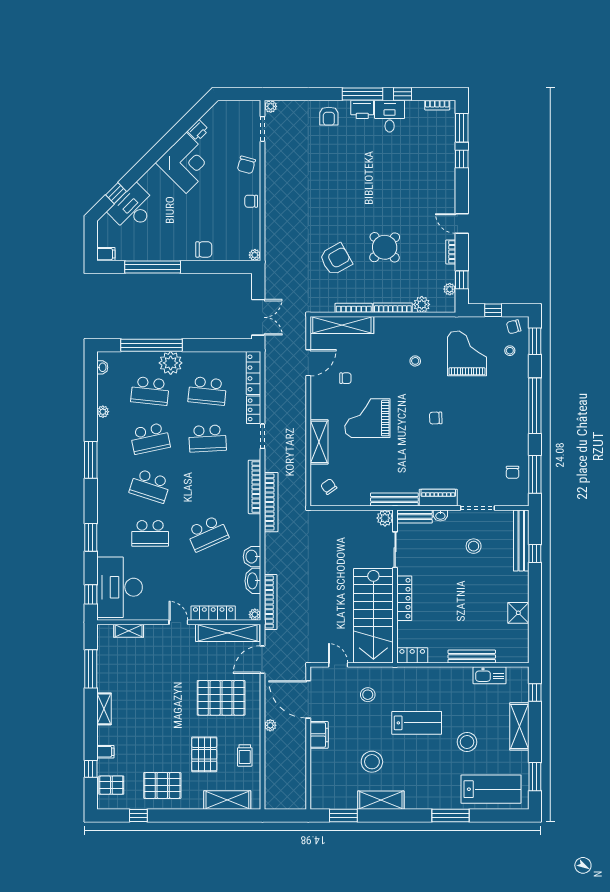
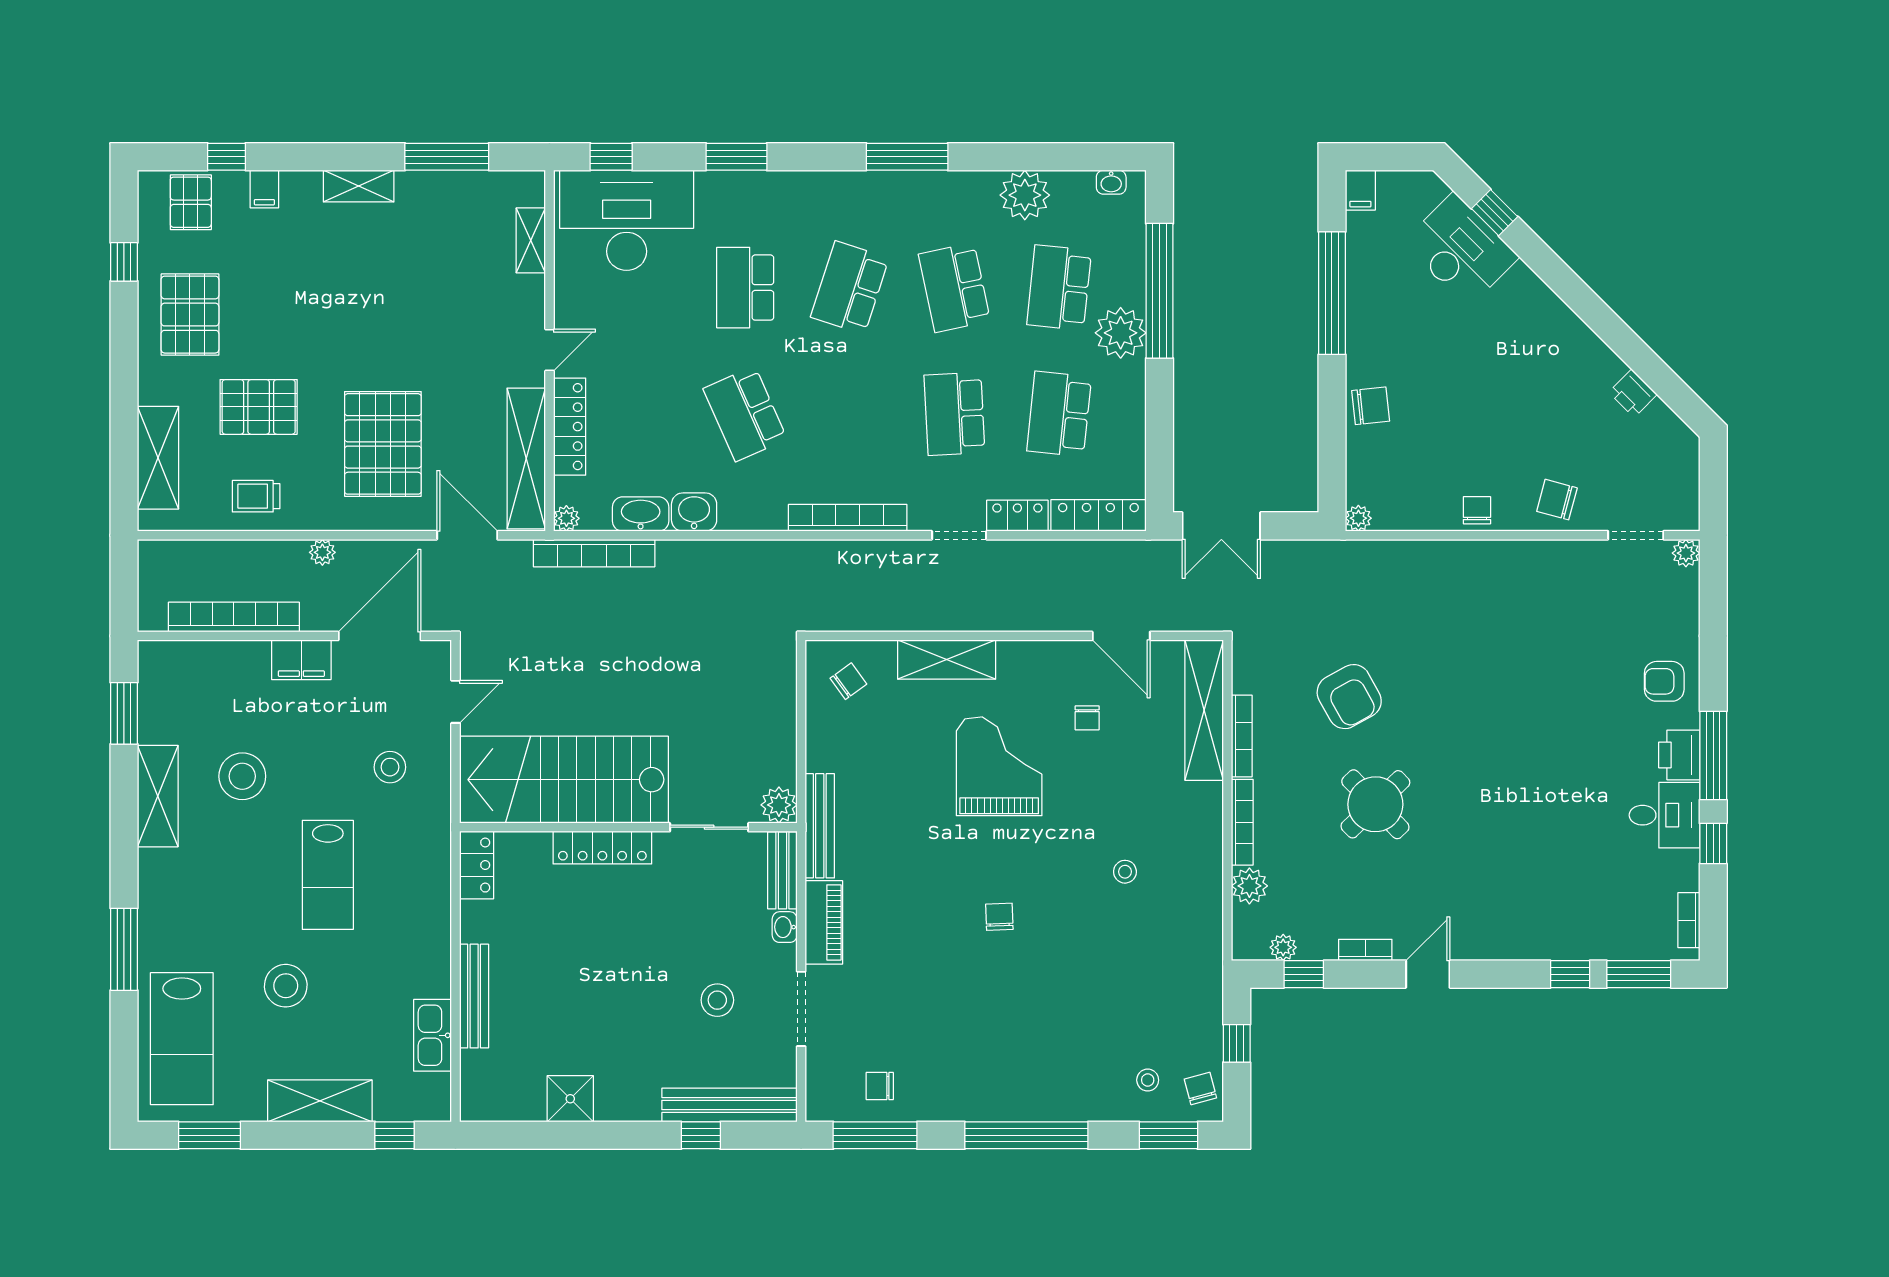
corner desk: (186, 163) -> (1562, 367), removed
chair: (204, 249) -> (1371, 406), turned -96
grand piano: (467, 353) -> (1142, 986), removed
plant: (103, 412) -> (1025, 195), width x1.88, depth x1.88
bookcase: (271, 502) -> (234, 617), moved, turned 180

